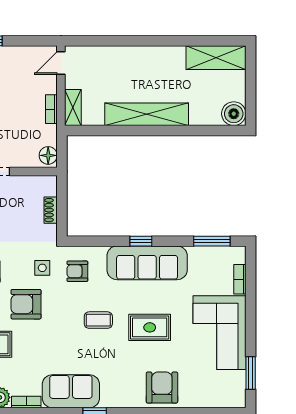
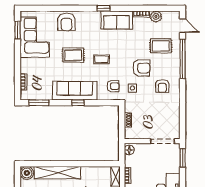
shelving: (147, 114) -> (57, 173), moved
corner sofa: (219, 333) -> (35, 37), moved

